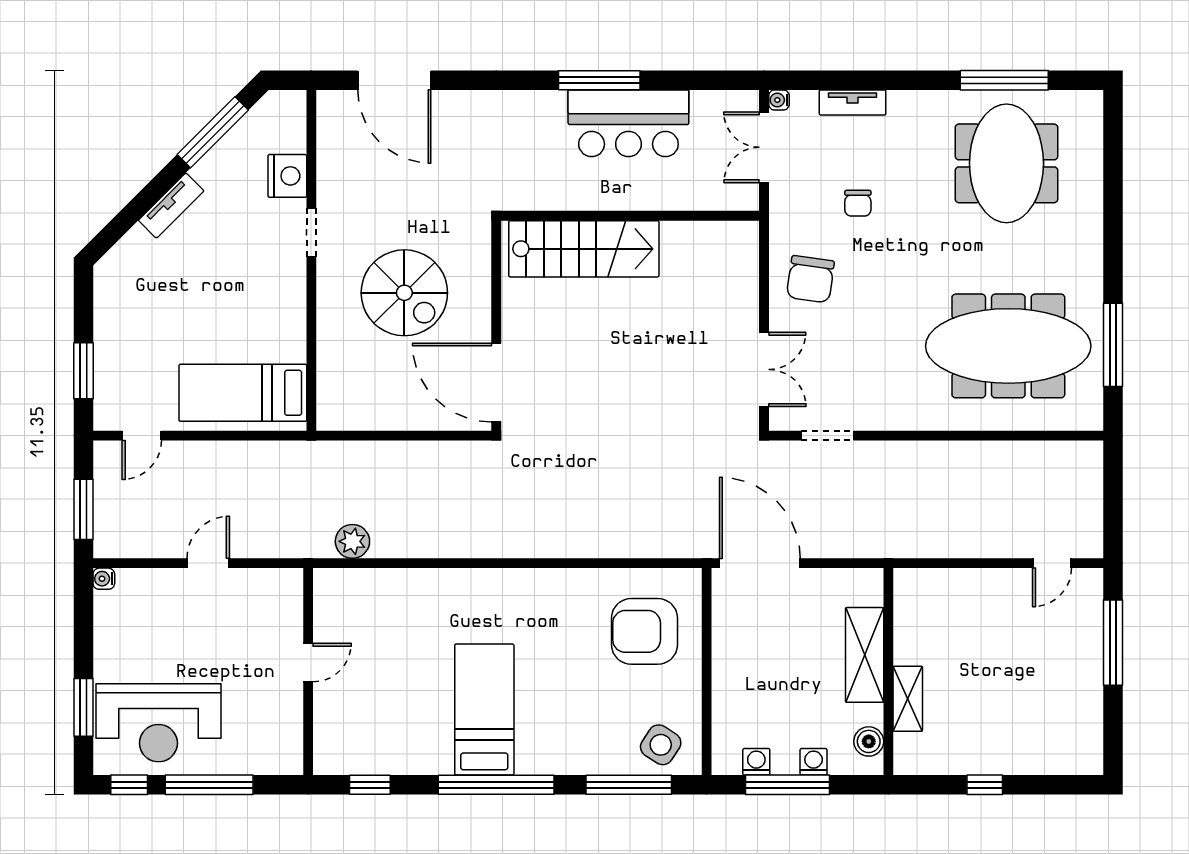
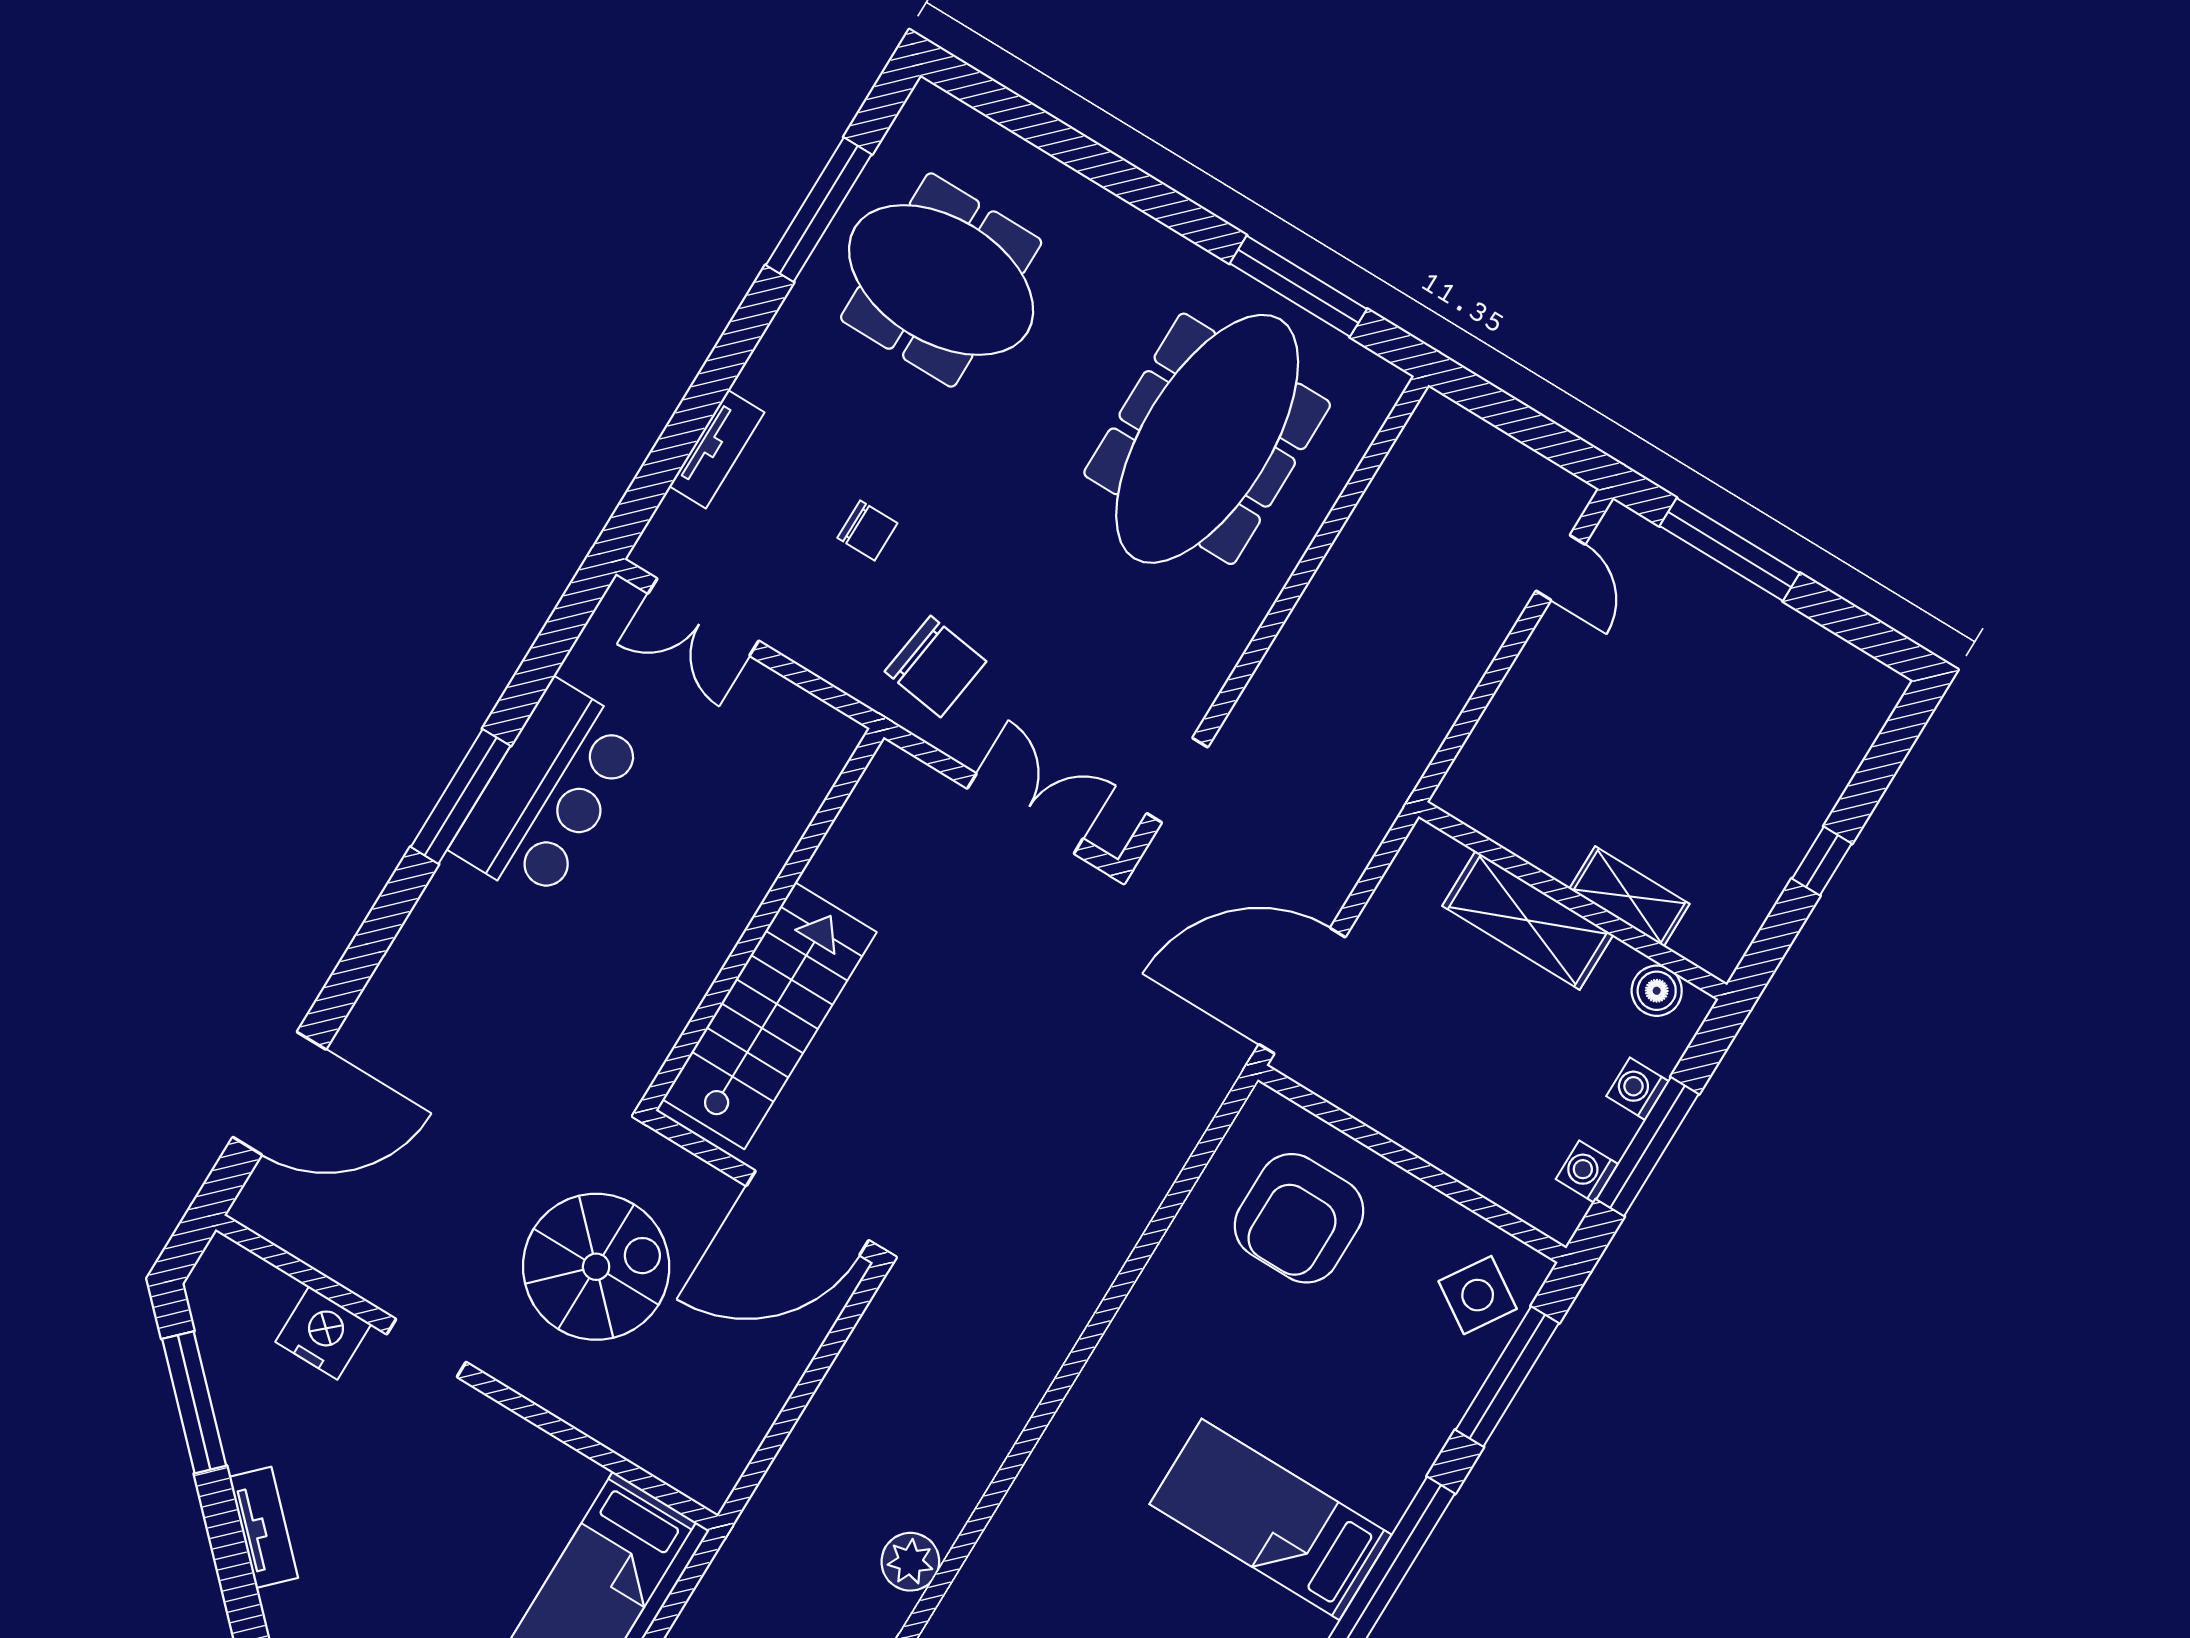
water cooler: (779, 100) -> (648, 554), removed
wall: (630, 216) -> (763, 919), moved
stairs: (584, 249) -> (770, 1016), moved

